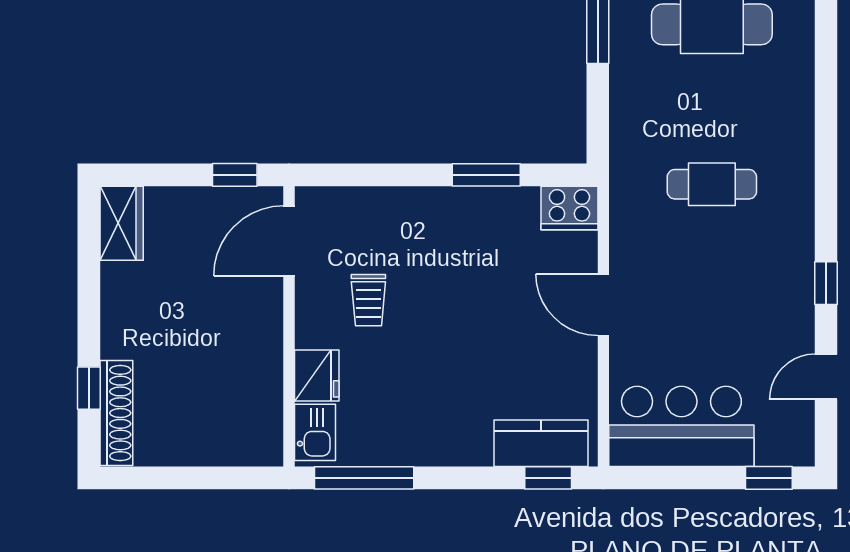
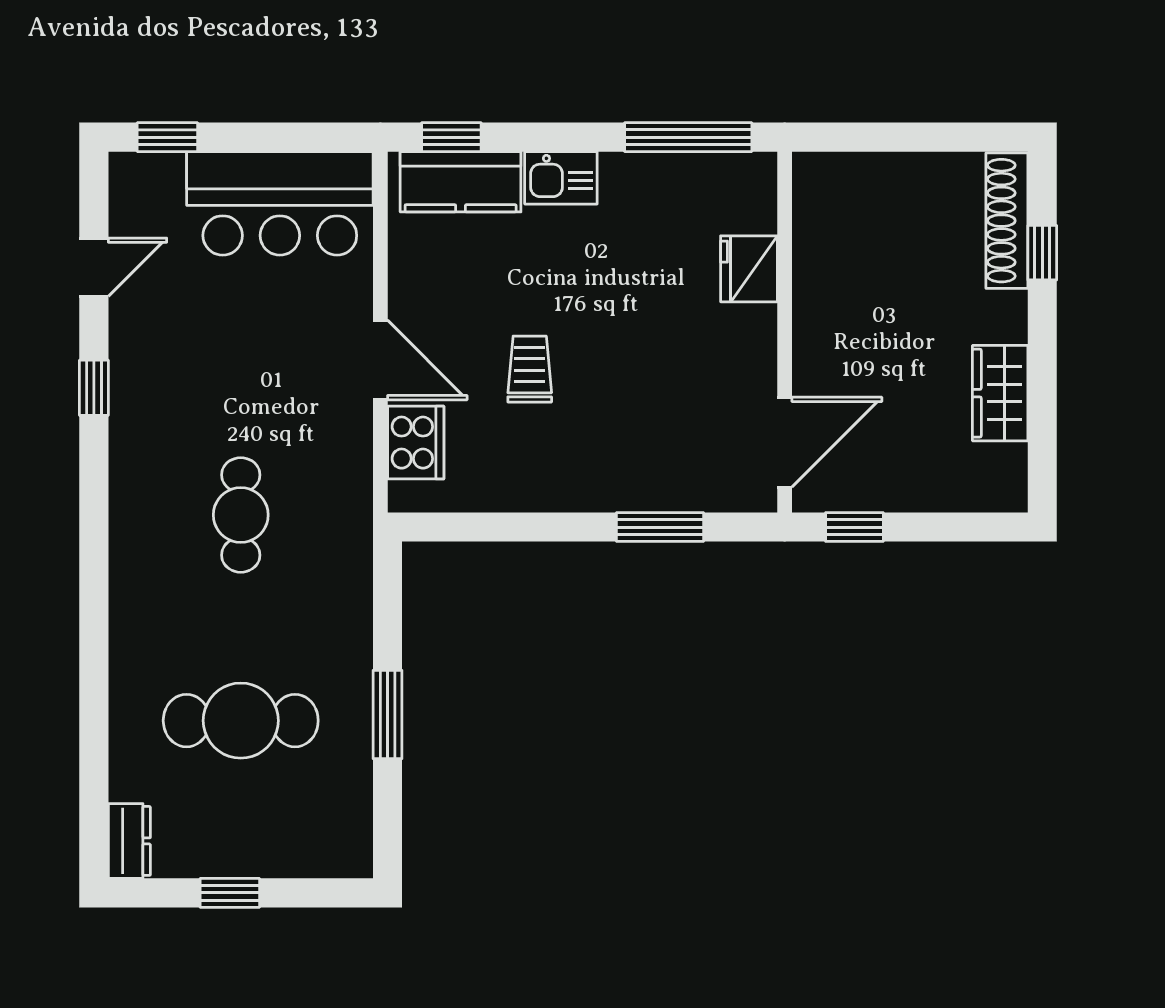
window: (486, 175) -> (660, 527), moved
cafe table: (712, 184) -> (241, 515), turned 90
cooker: (569, 208) -> (416, 443), moved, turned 90
wardrobe: (122, 223) -> (1000, 393), moved
trolley: (368, 300) -> (530, 369), moved
kitchen sink: (315, 432) -> (561, 178), moved, turned -90

